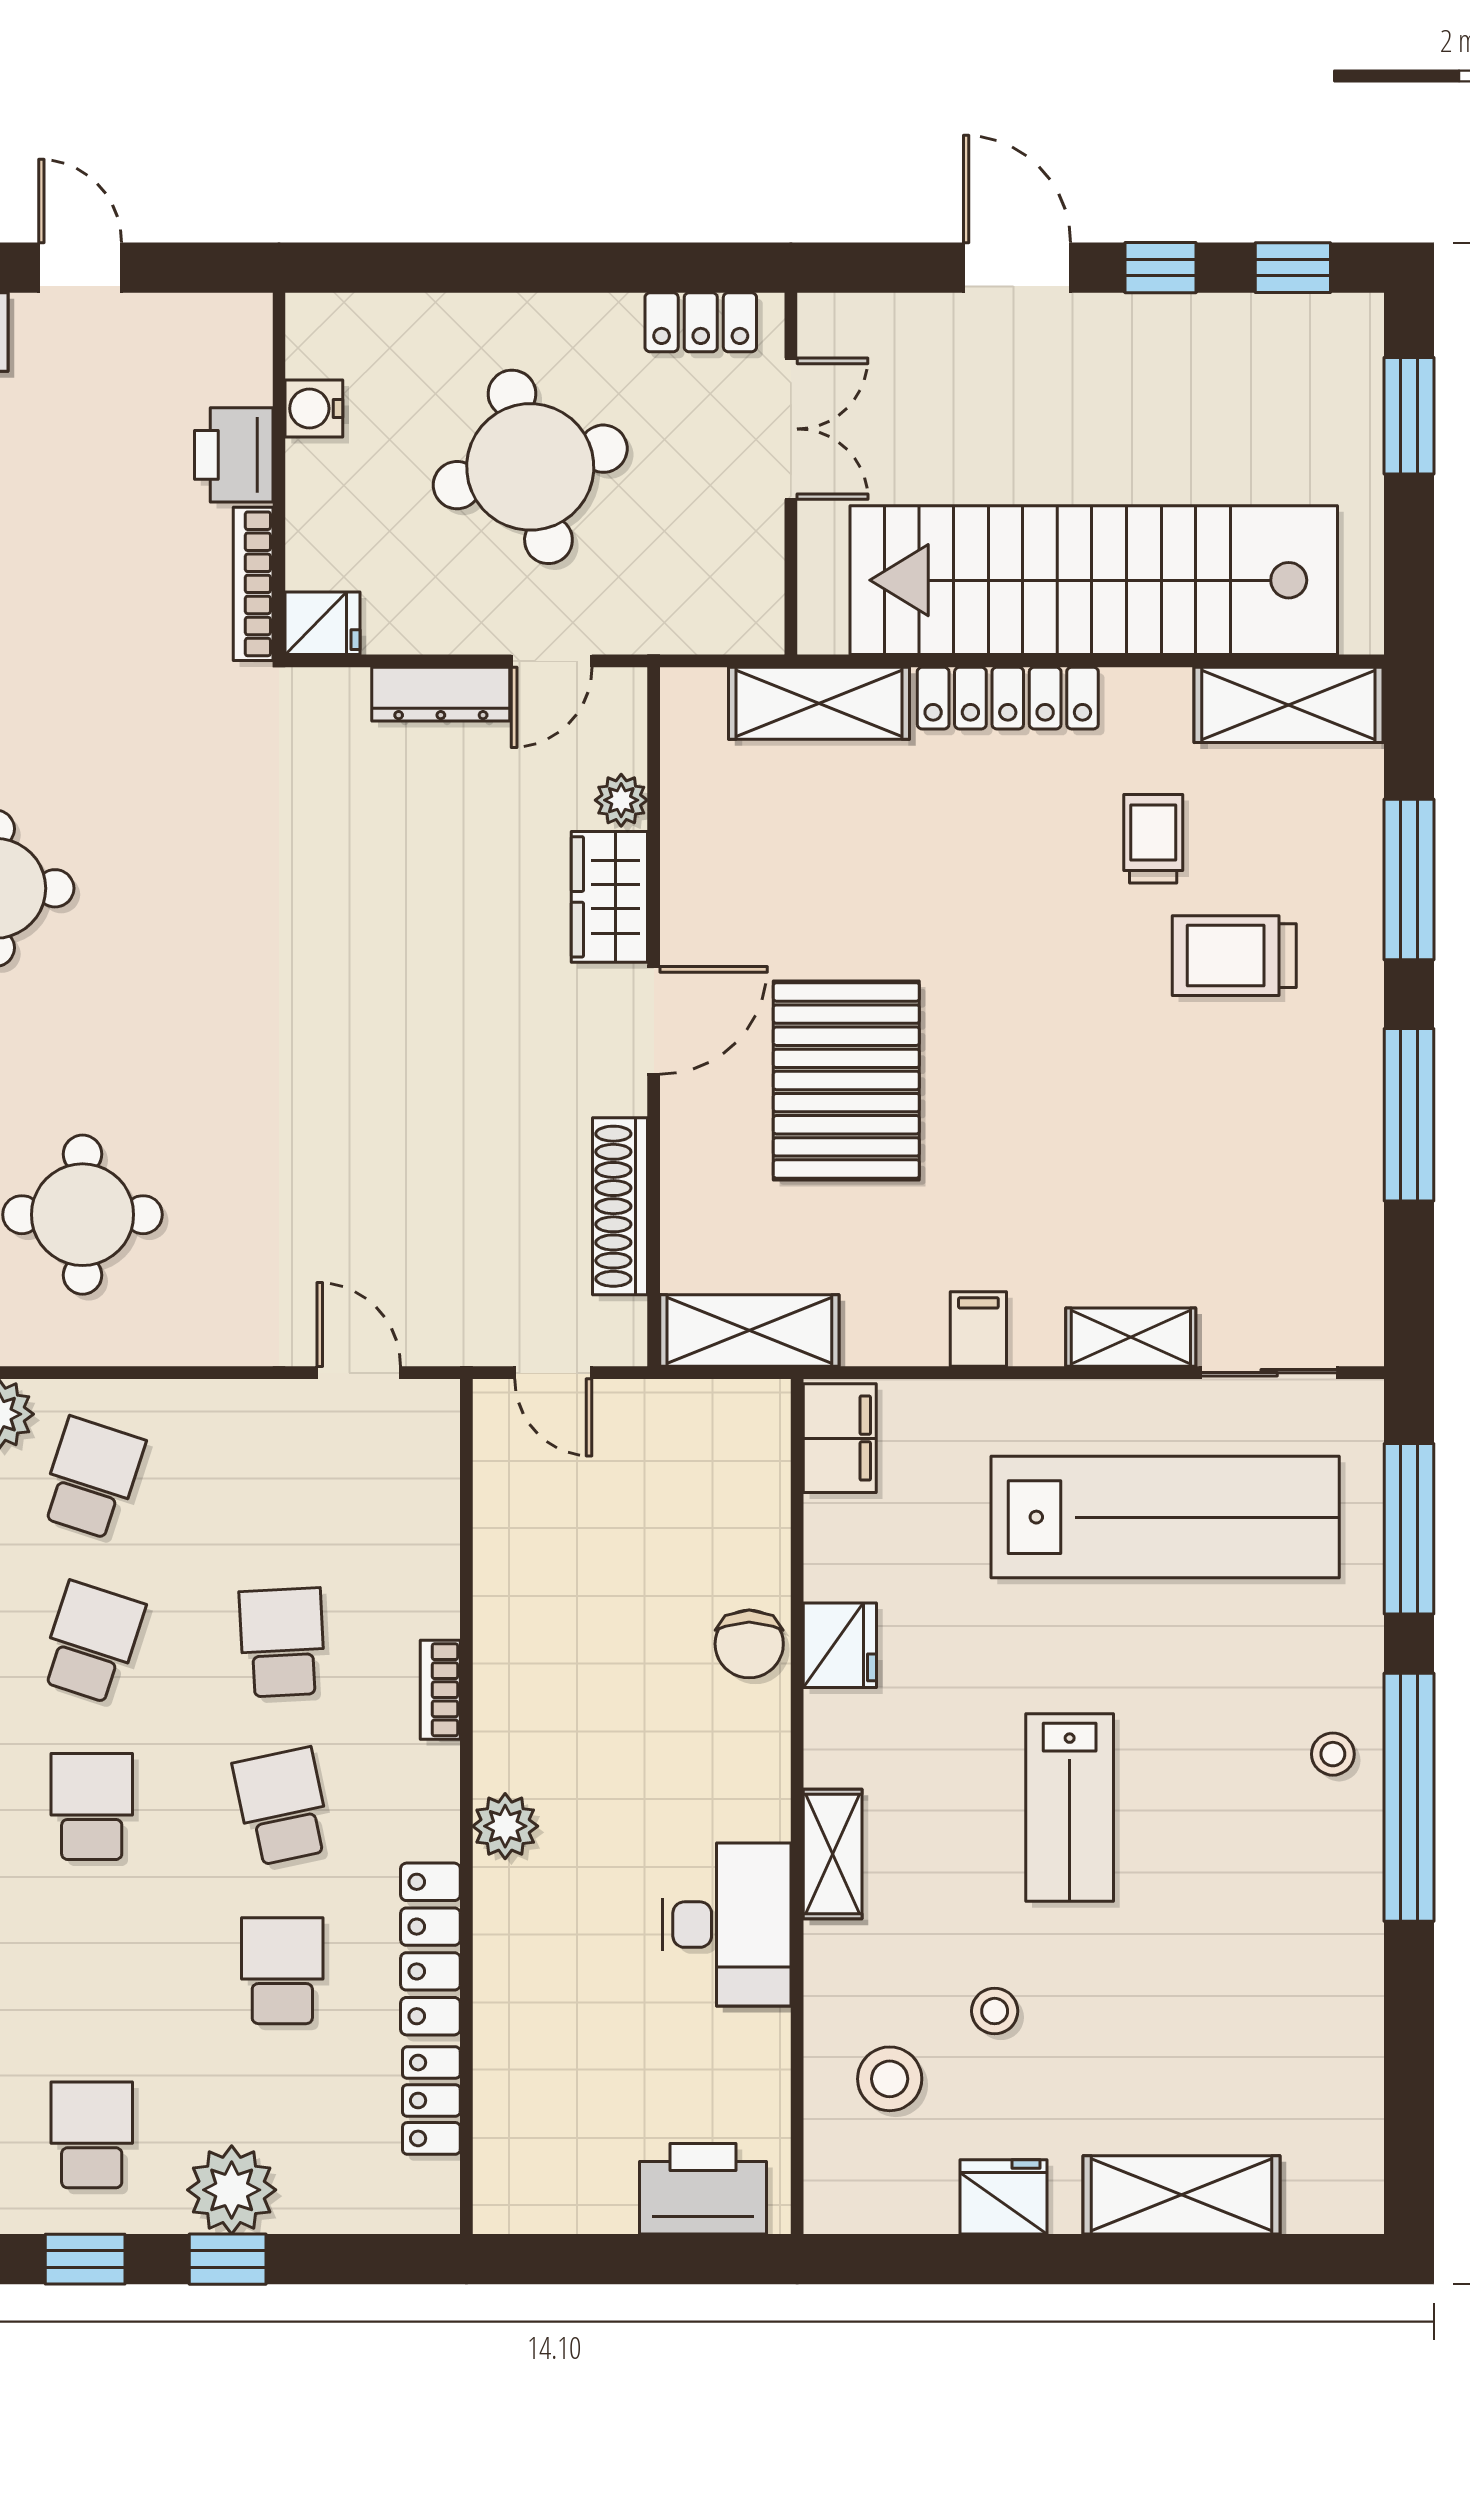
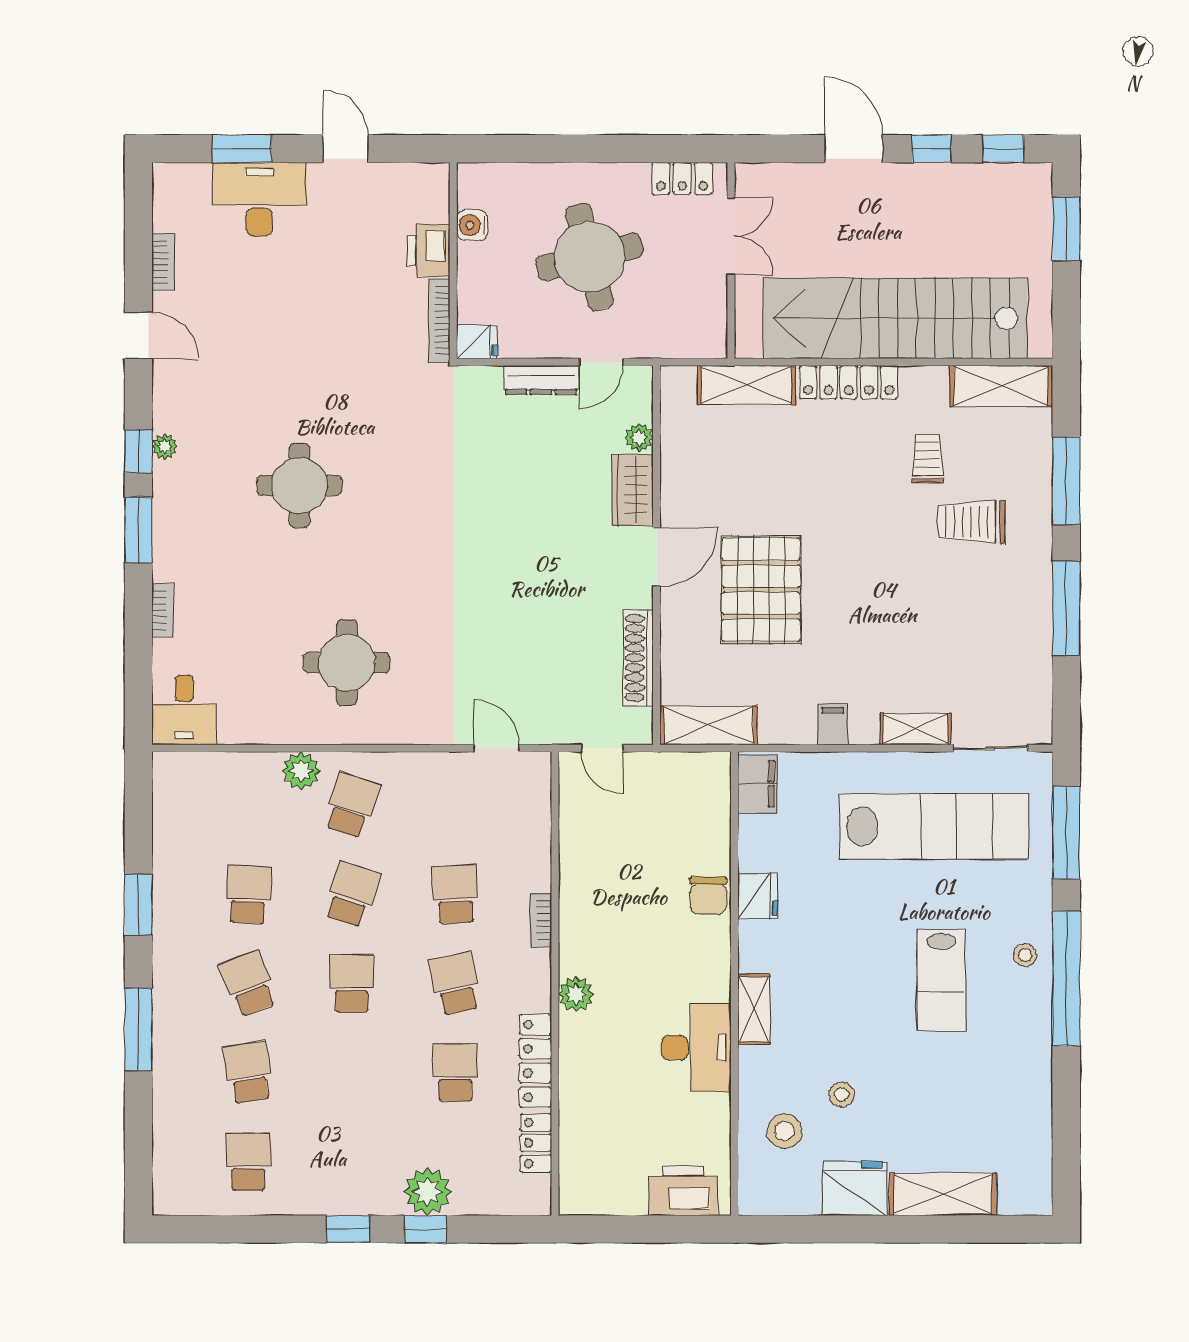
lab bench: (1070, 1808) -> (941, 980), moved
school desk: (92, 2135) -> (352, 1162), removed
fridge: (1004, 2197) -> (855, 1188), width x1.36, depth x1.34

